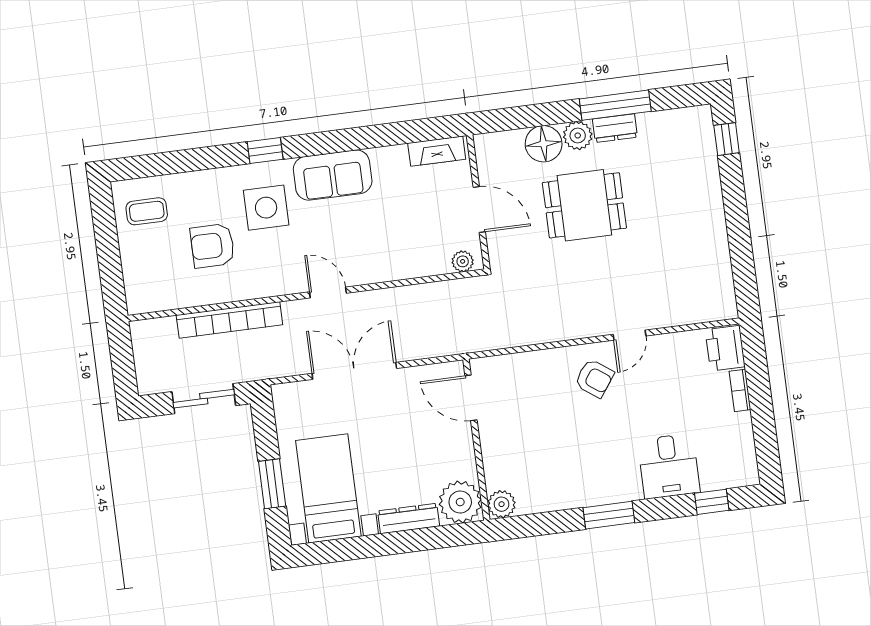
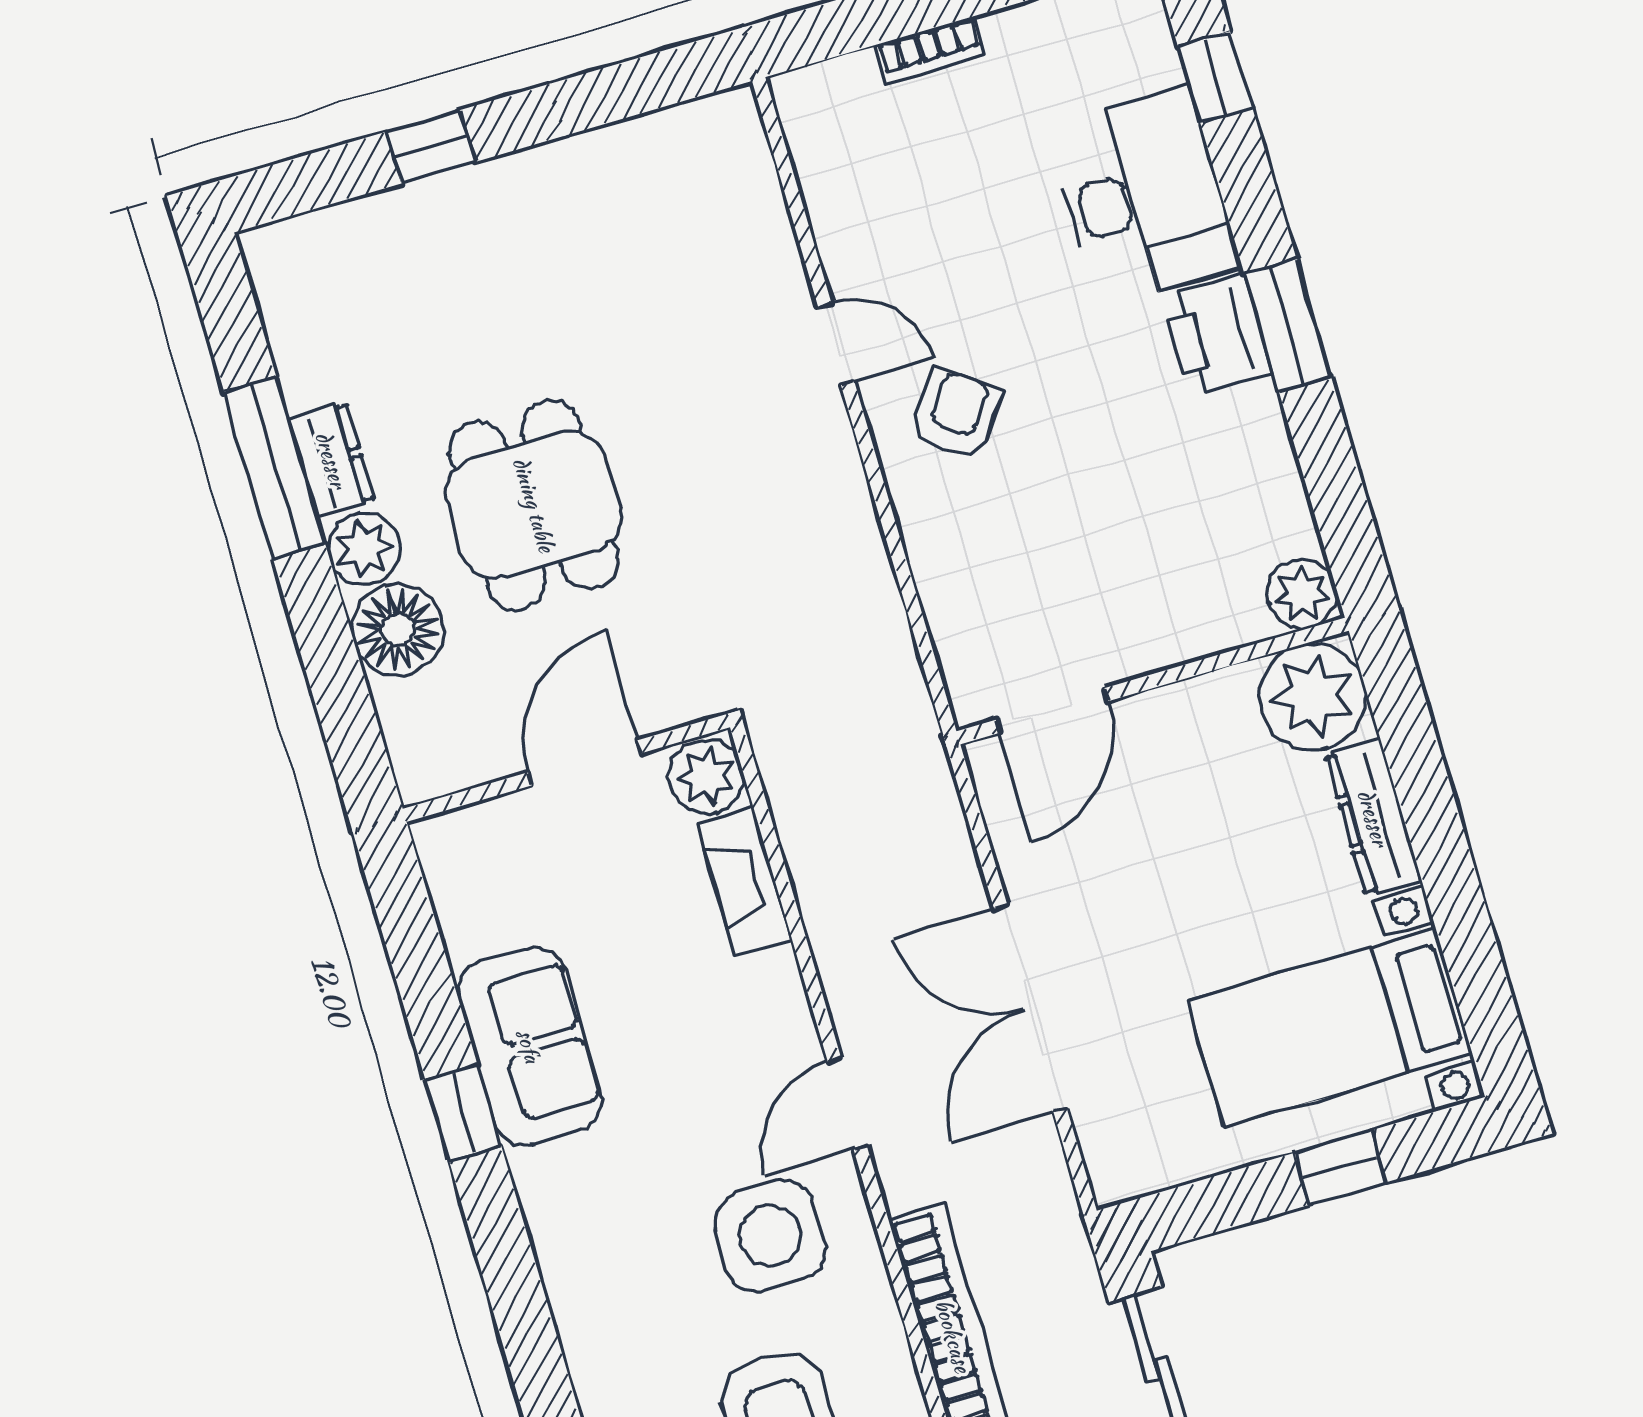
window: (727, 139) -> (430, 147), moved
window: (265, 151) -> (463, 1113), moved
fireplace: (437, 151) -> (745, 882), moved, turned 180
sofa: (333, 175) -> (529, 1046), moved
side table: (266, 208) -> (770, 1236), moved
plant: (463, 261) -> (706, 777), width x1.38, depth x1.38
printer: (725, 348) -> (1217, 335), moved, turned 90
desk: (669, 466) -> (1144, 197), width x1.37
window: (272, 484) -> (1340, 1168), width x0.67

